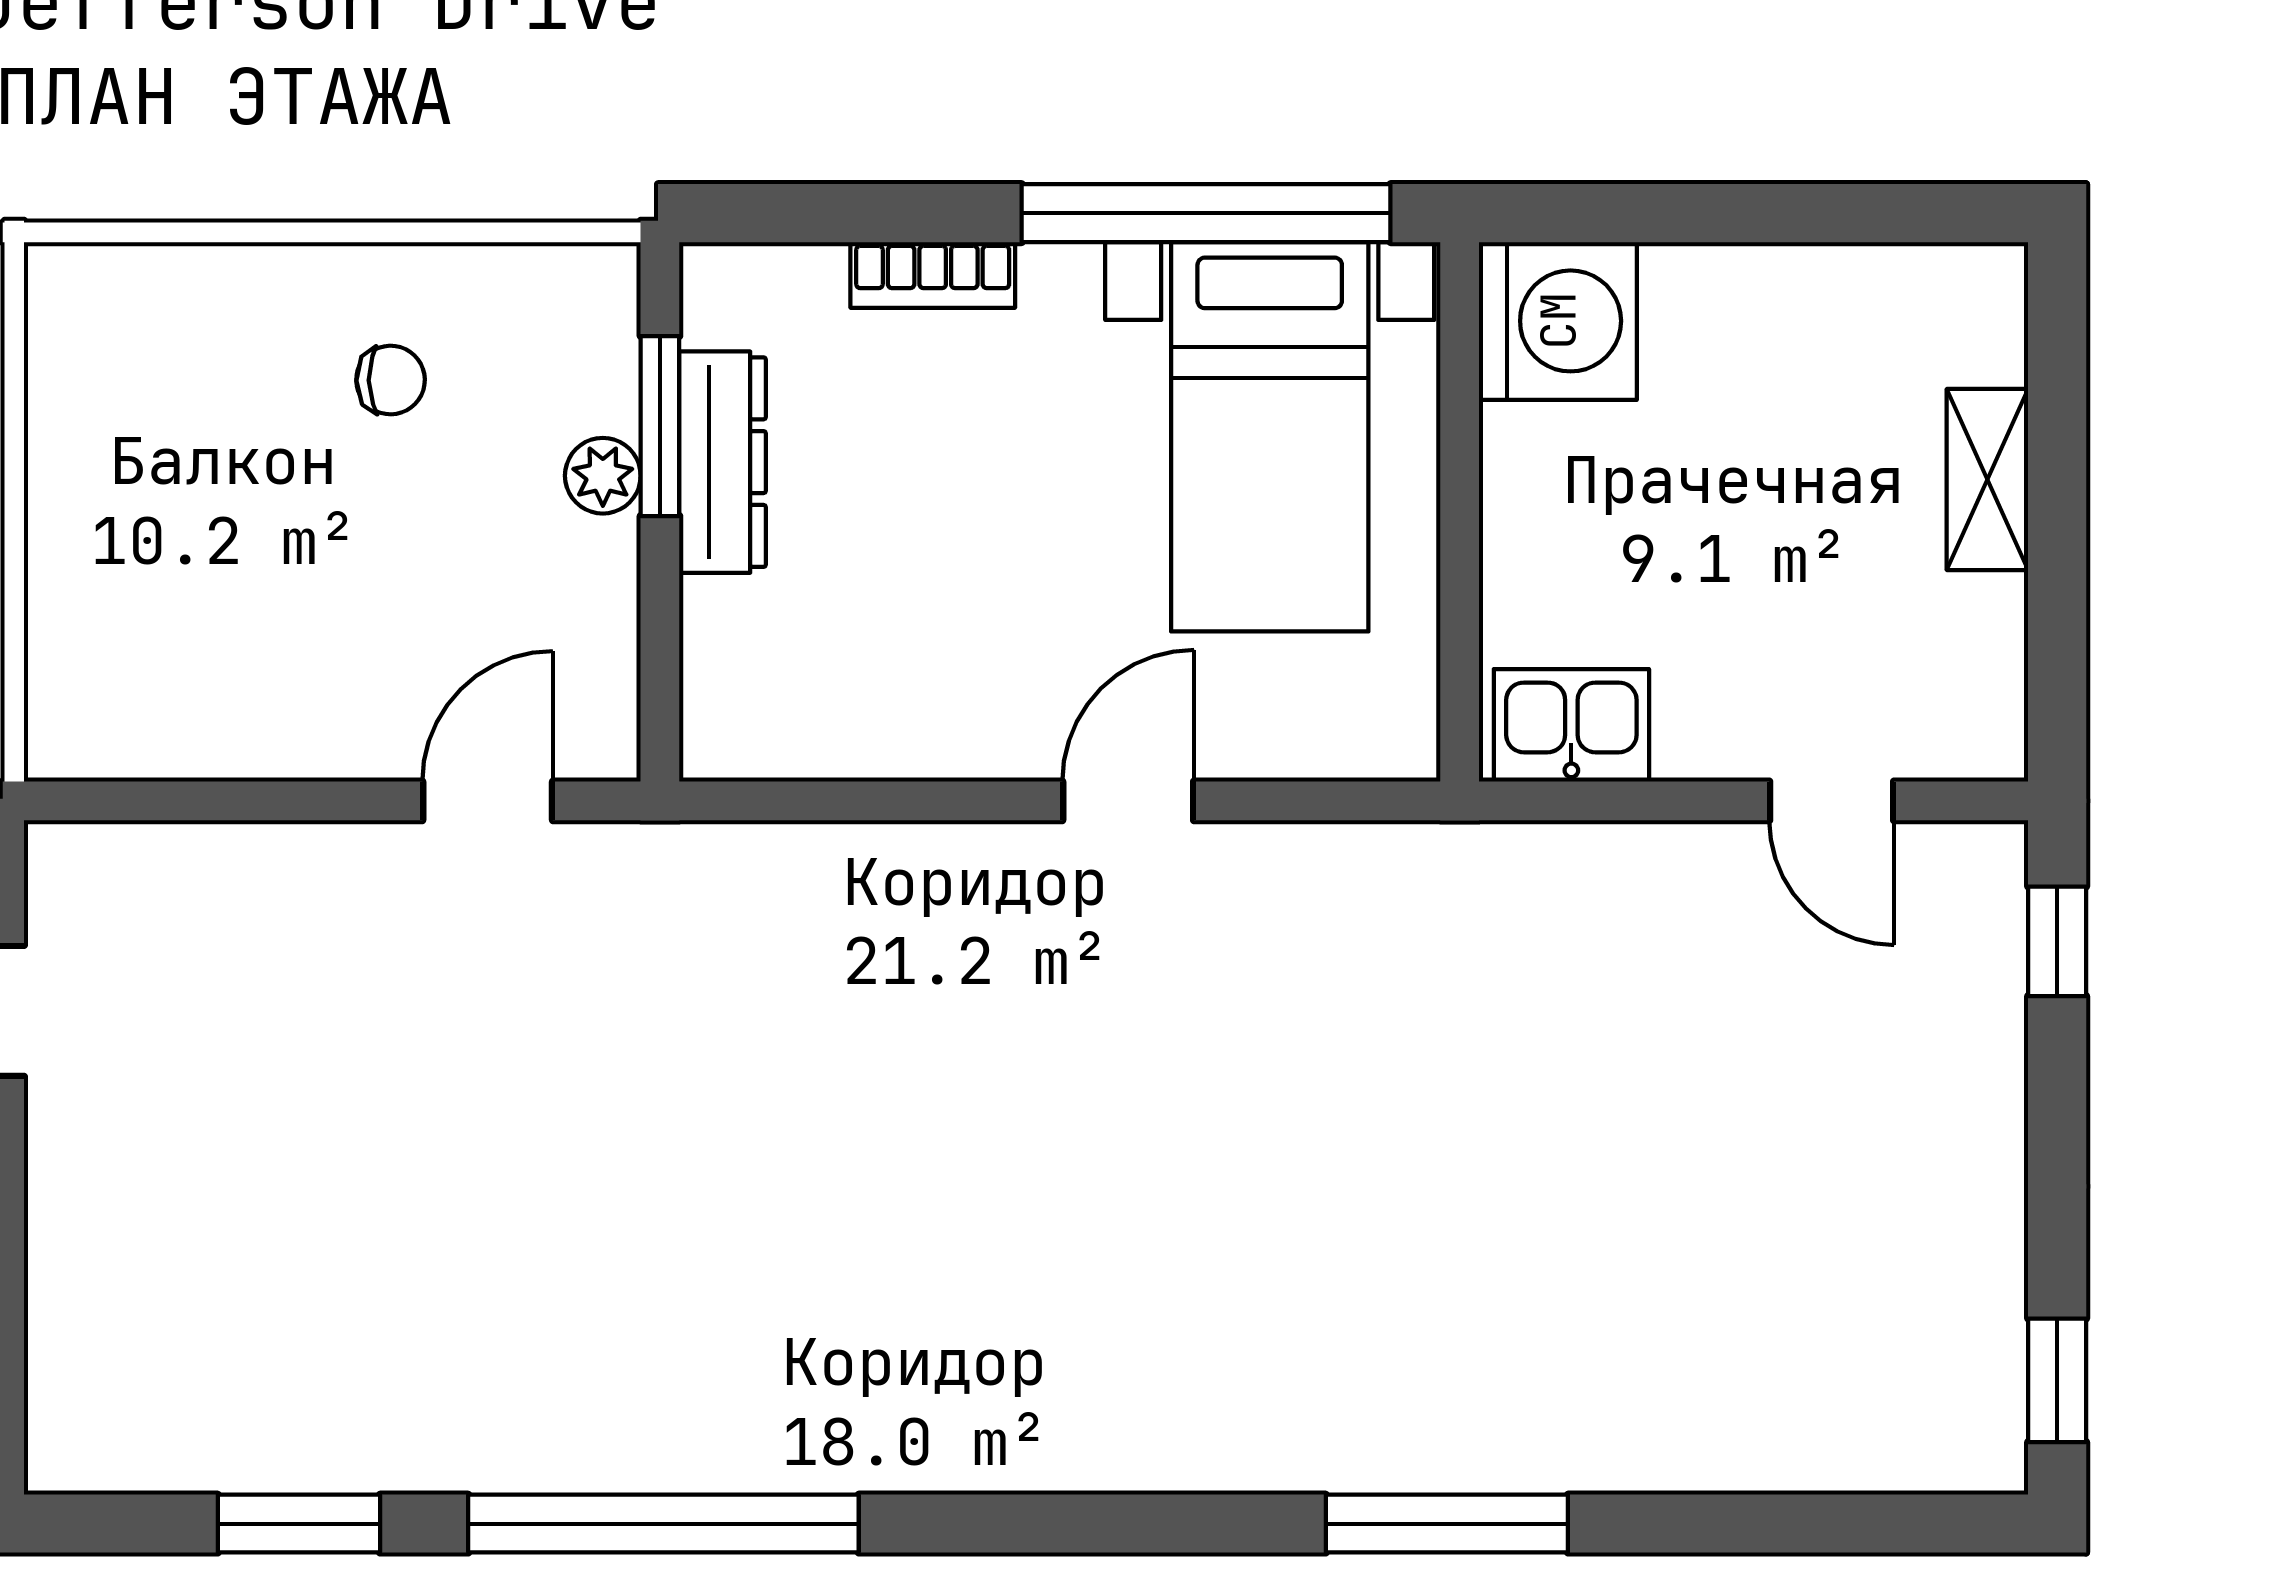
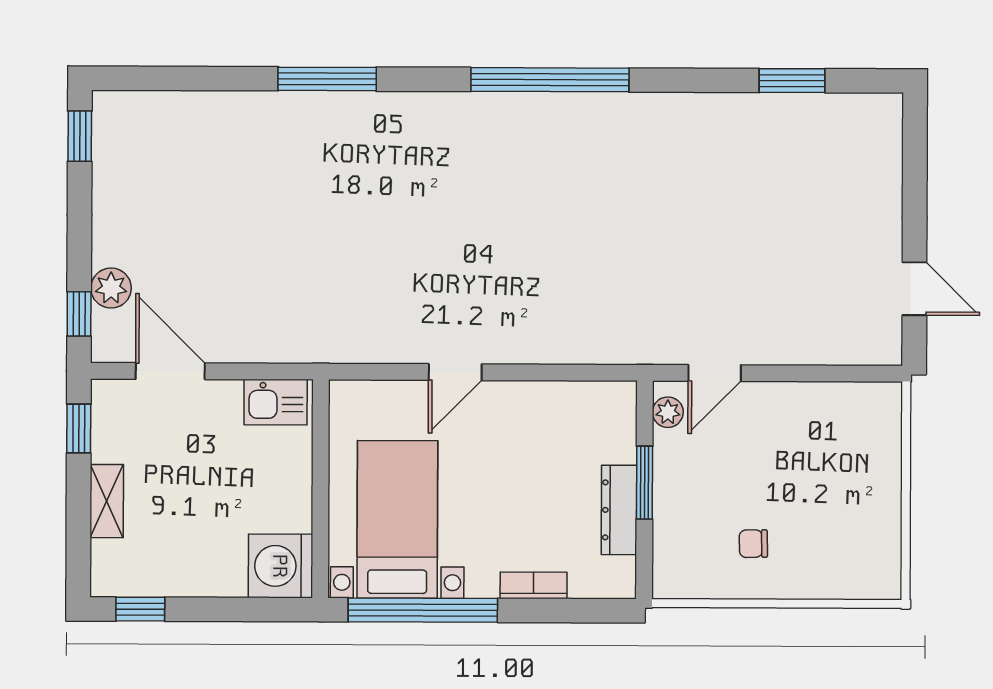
window: (1904, 213) -> (140, 609), added
window: (660, 426) -> (644, 483), moved
plant: (603, 476) -> (668, 412), moved
window: (2057, 658) -> (79, 428), added
door: (1832, 801) -> (170, 371), width x1.38
plant: (1979, 1005) -> (111, 288), added
window: (663, 1524) -> (550, 80), moved

